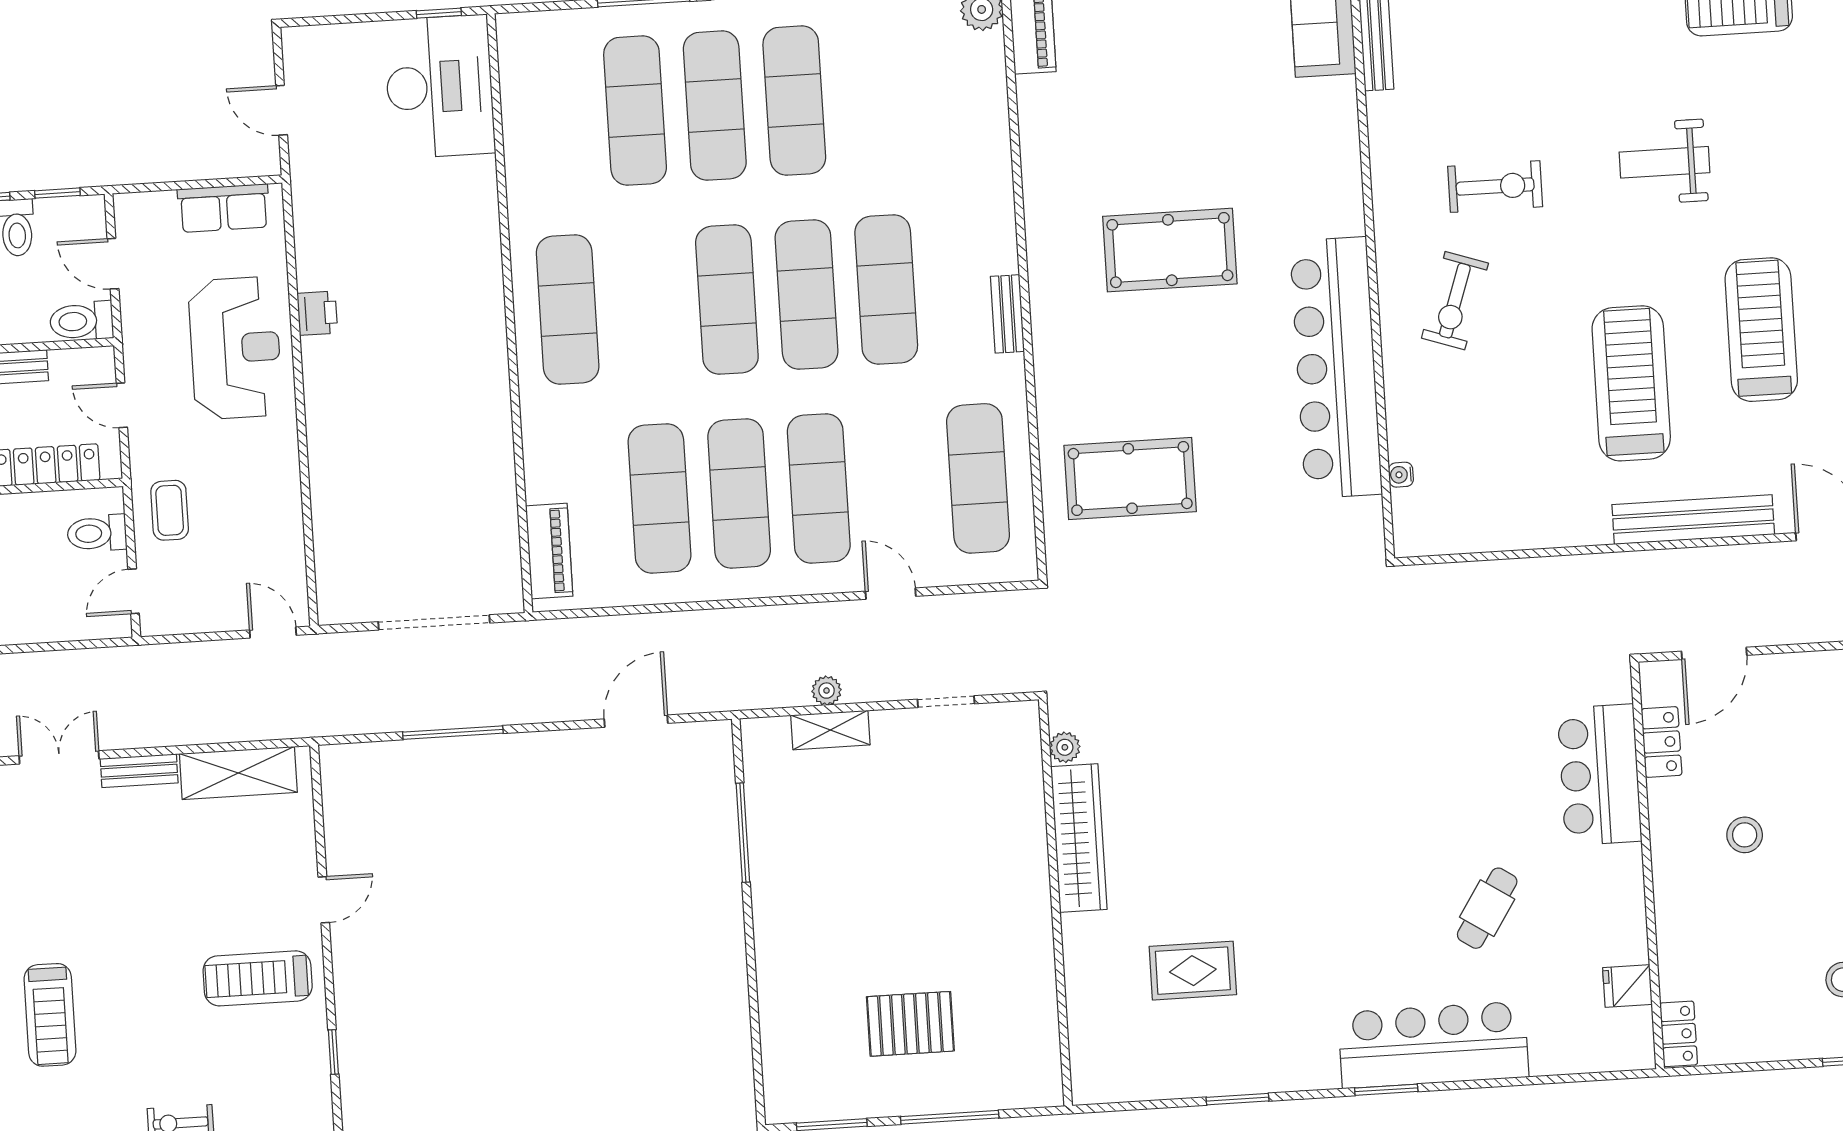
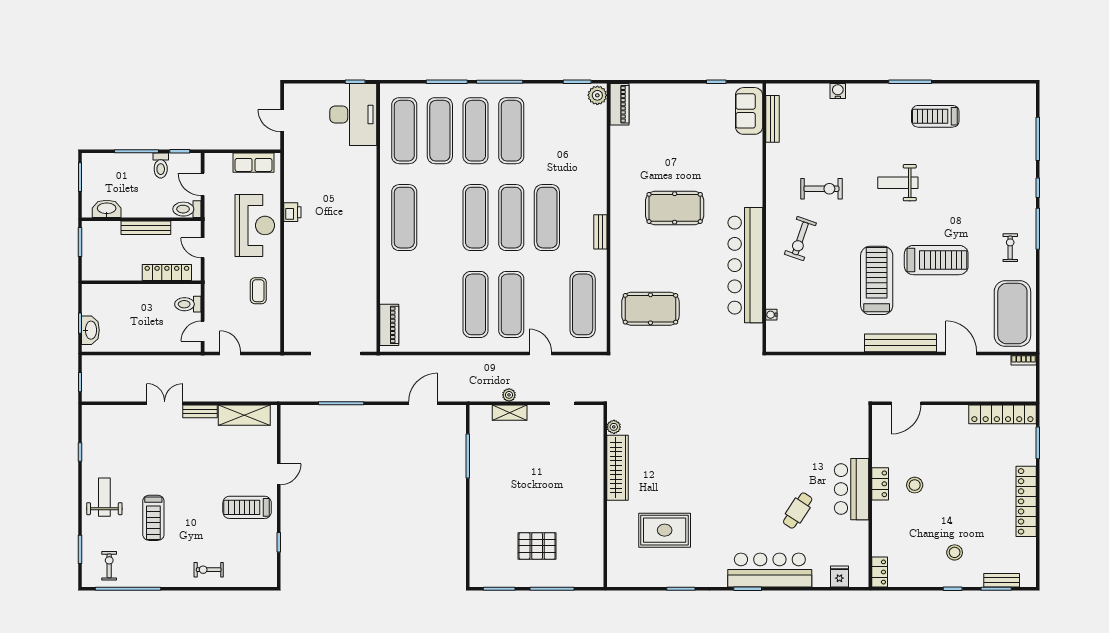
treadmill: (1761, 330) -> (936, 260), turned 90
exercise mat: (659, 498) -> (404, 131), moved
coffee table: (170, 510) -> (258, 291), moved
door: (273, 633) -> (230, 353), moved
locker: (1662, 742) -> (880, 484), moved
bar counter: (1599, 775) -> (852, 489), moved
rug: (1193, 971) -> (665, 530), width x1.36, depth x1.43
fridge: (1627, 986) -> (839, 577), moved, turned 90

